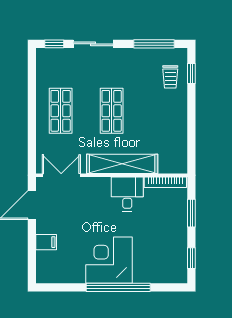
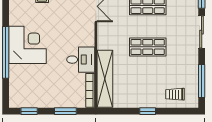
window: (191, 73) -> (148, 111), moved
shelving: (122, 164) -> (105, 79), moved

